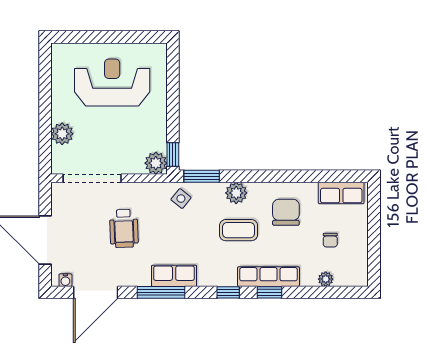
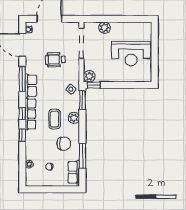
reception desk: (112, 82) -> (131, 54), turned 90
window: (310, 176) -> (82, 156), added
row of seats: (268, 277) -> (30, 114), moved

